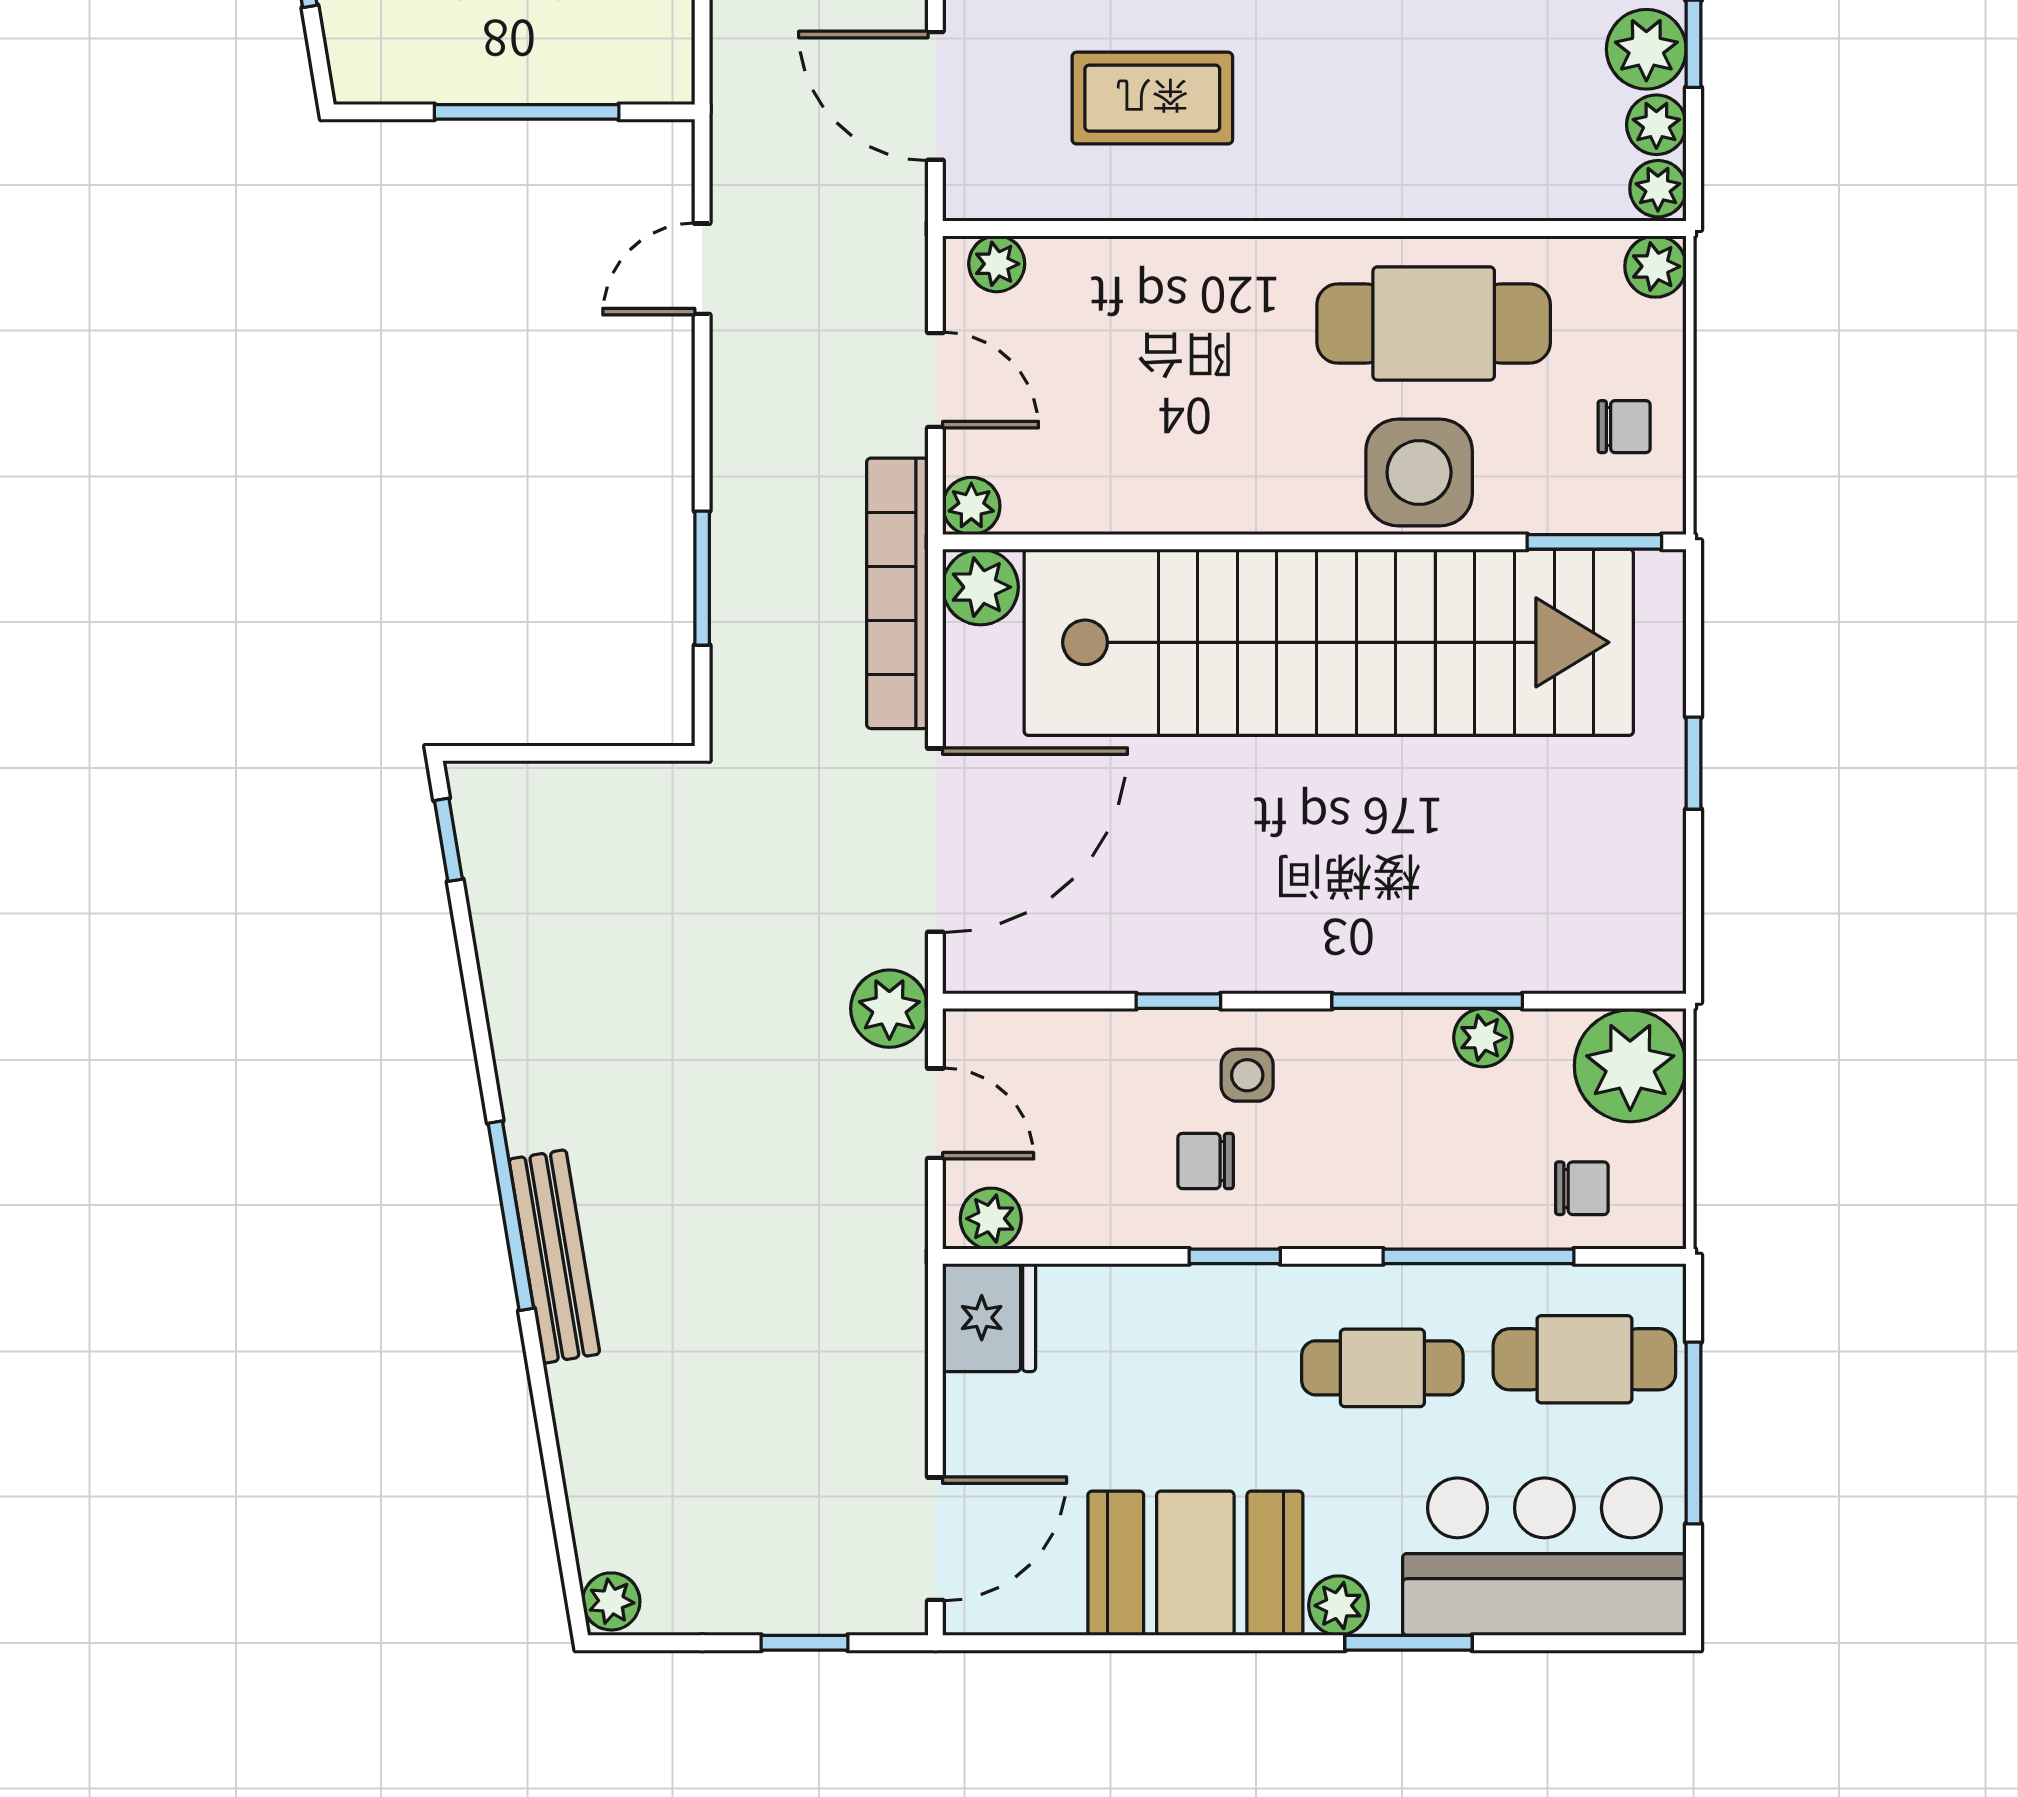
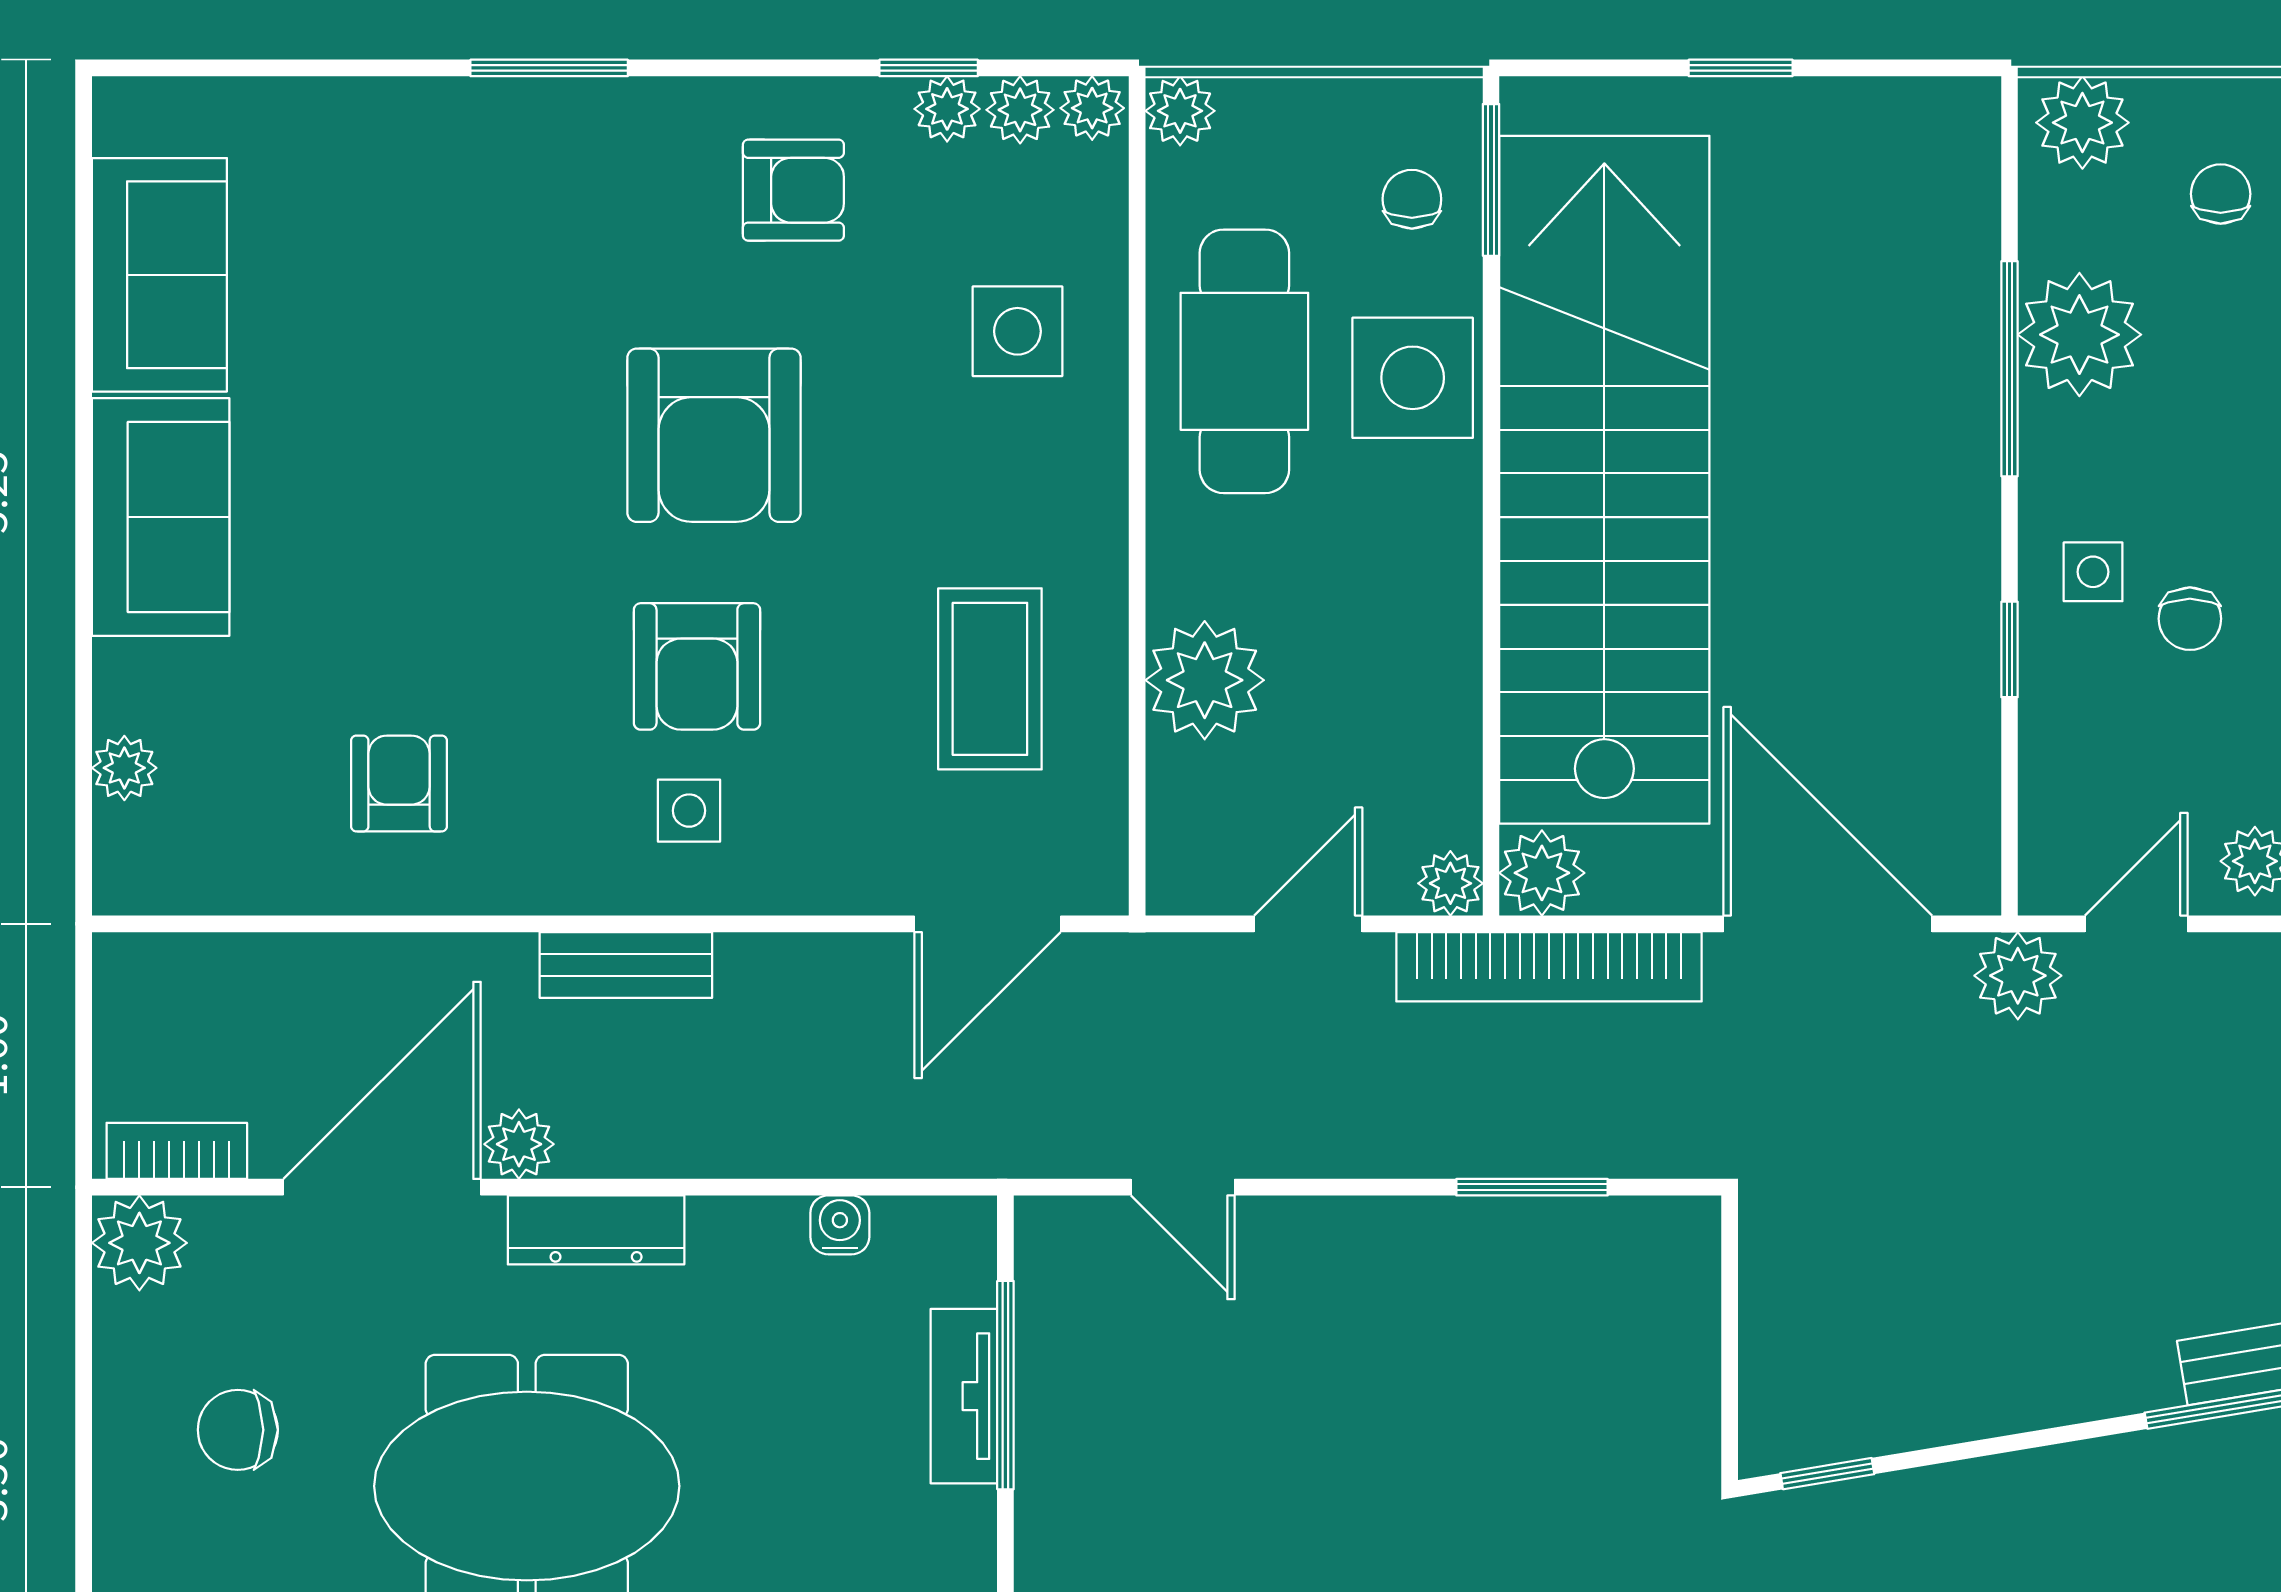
plant: (1646, 49) -> (947, 109), width x0.73, depth x0.73
tv unit: (517, 75) -> (964, 1396), added
side table: (1460, 122) -> (1017, 331), added
plant: (997, 264) -> (1205, 680), moved, width x1.87, depth x1.87
chair: (1624, 427) -> (1412, 199), moved
plant: (1483, 1038) -> (2079, 335), width x1.87, depth x1.87
plant: (1630, 1066) -> (2082, 123), width x0.73, depth x0.73

